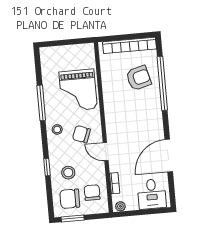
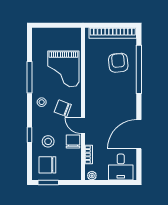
armchair: (139, 78) -> (118, 63), turned -81
chair: (92, 193) -> (73, 142), moved

